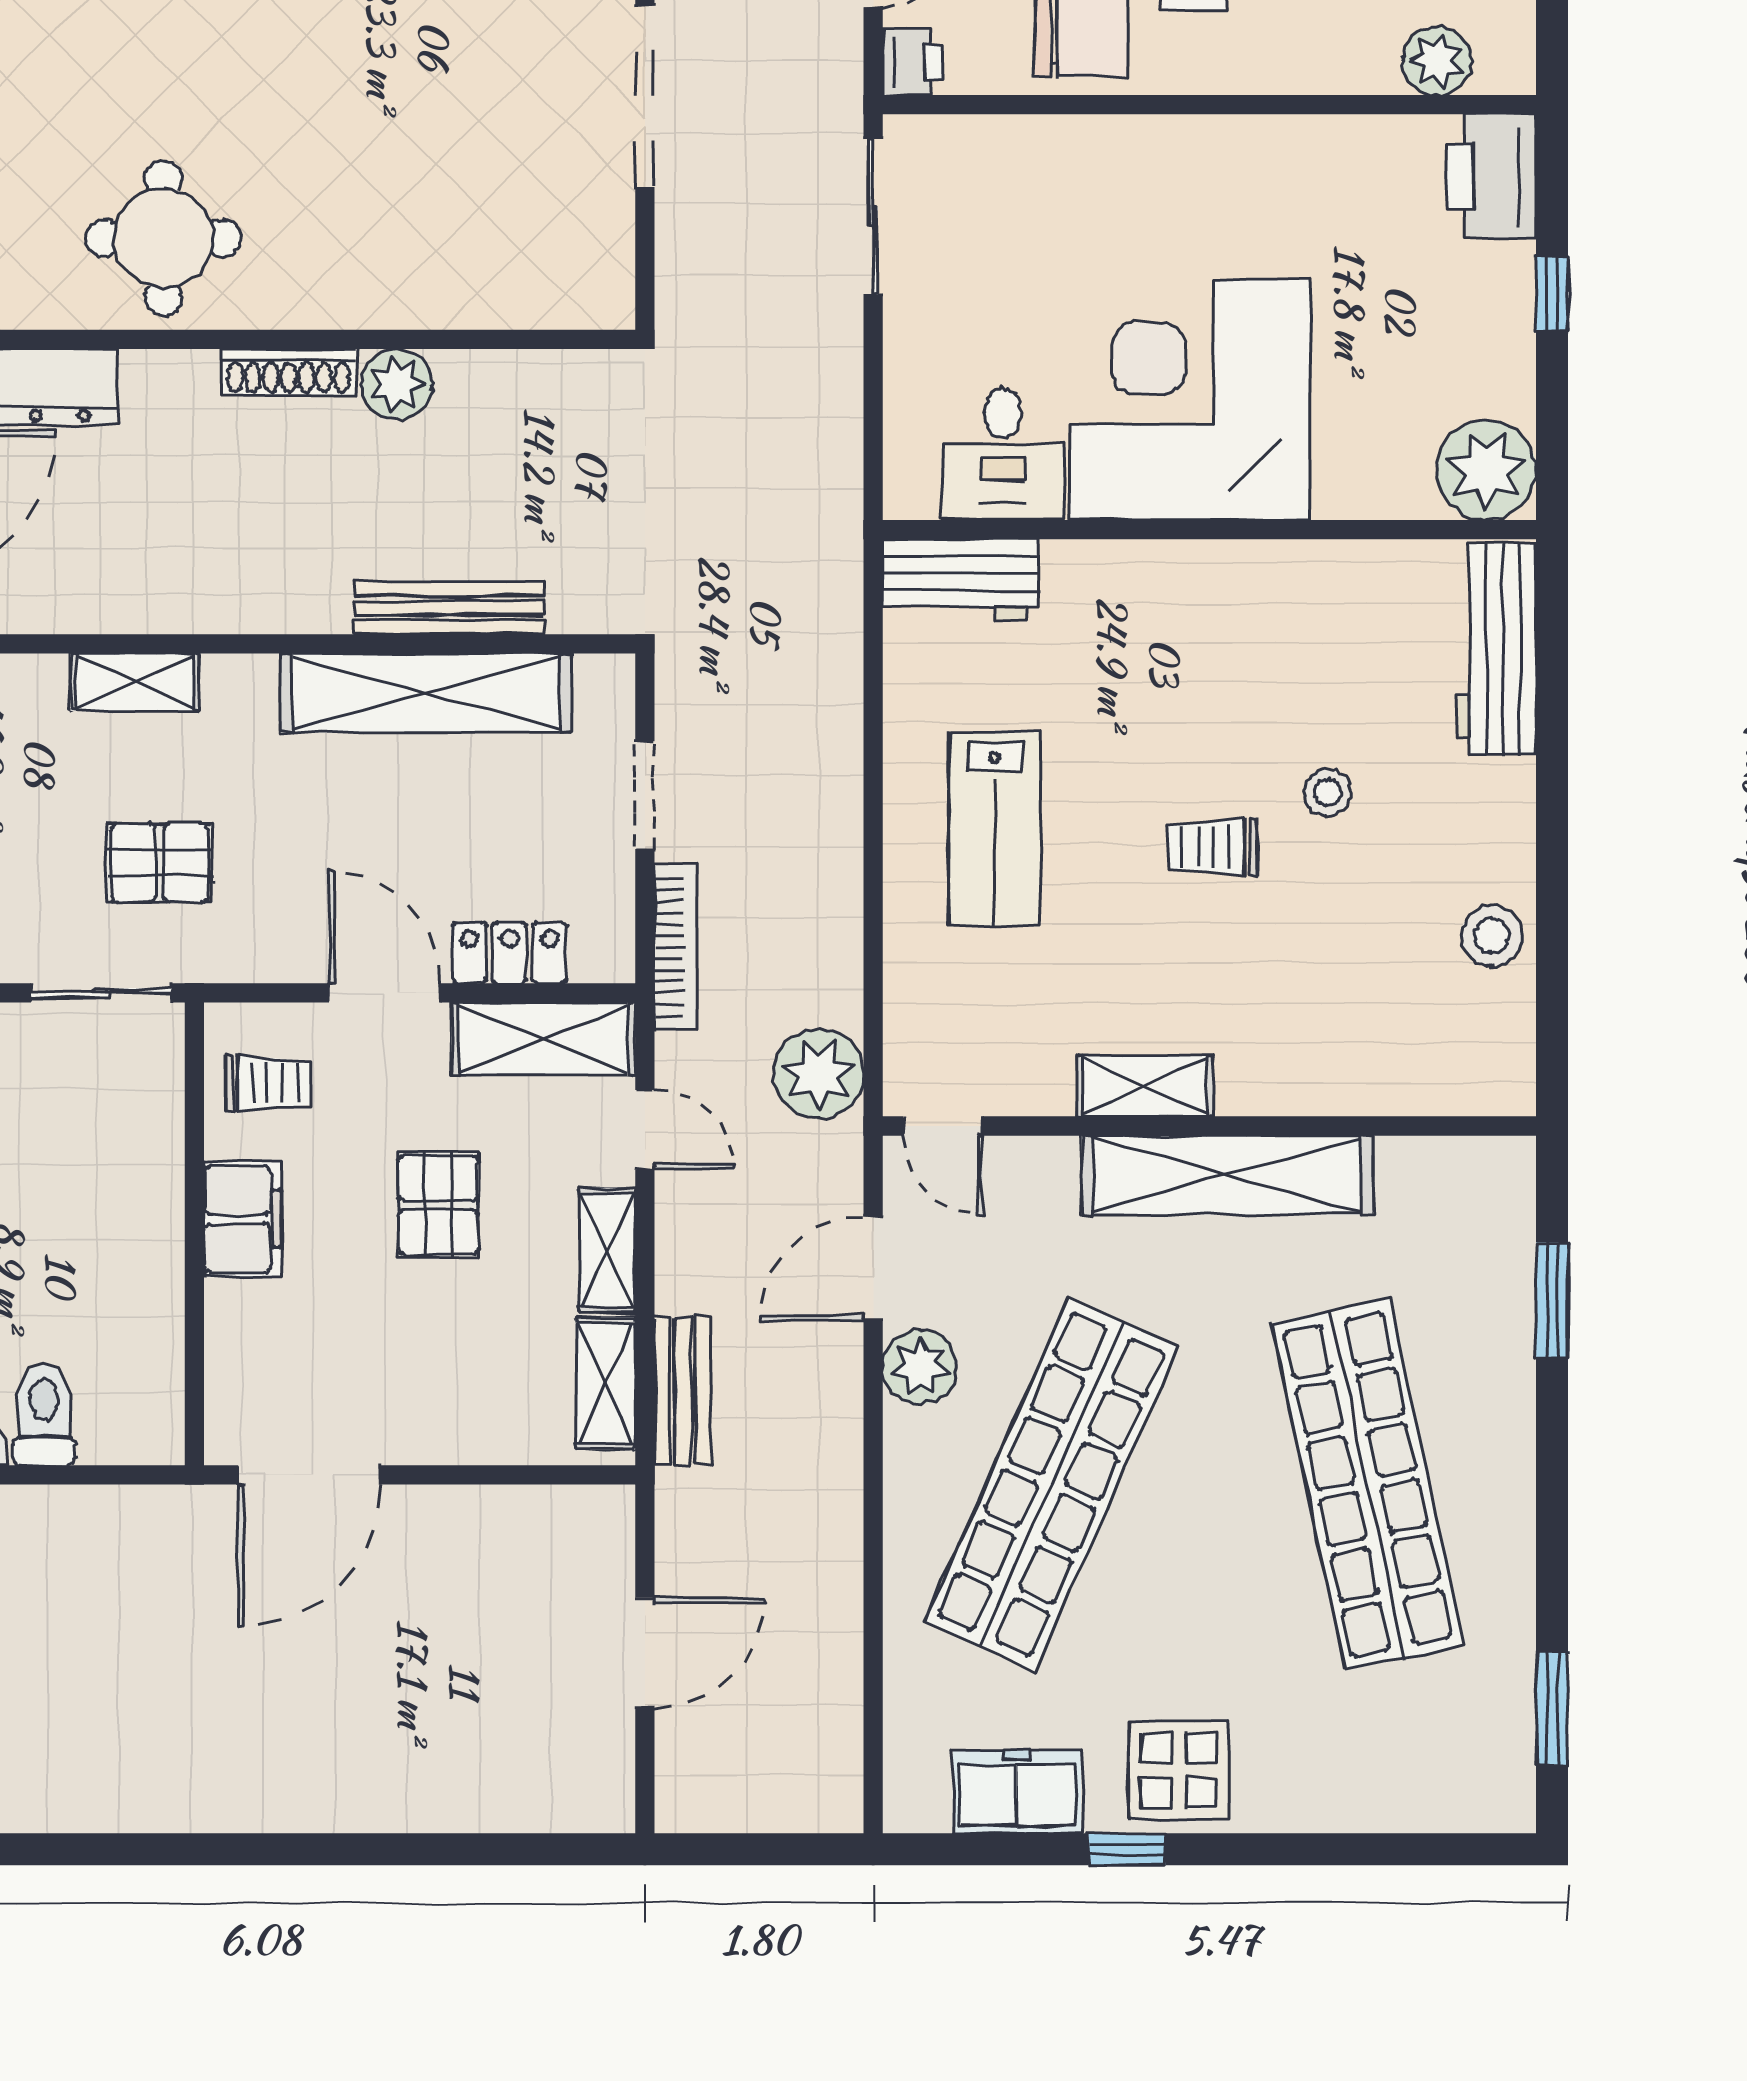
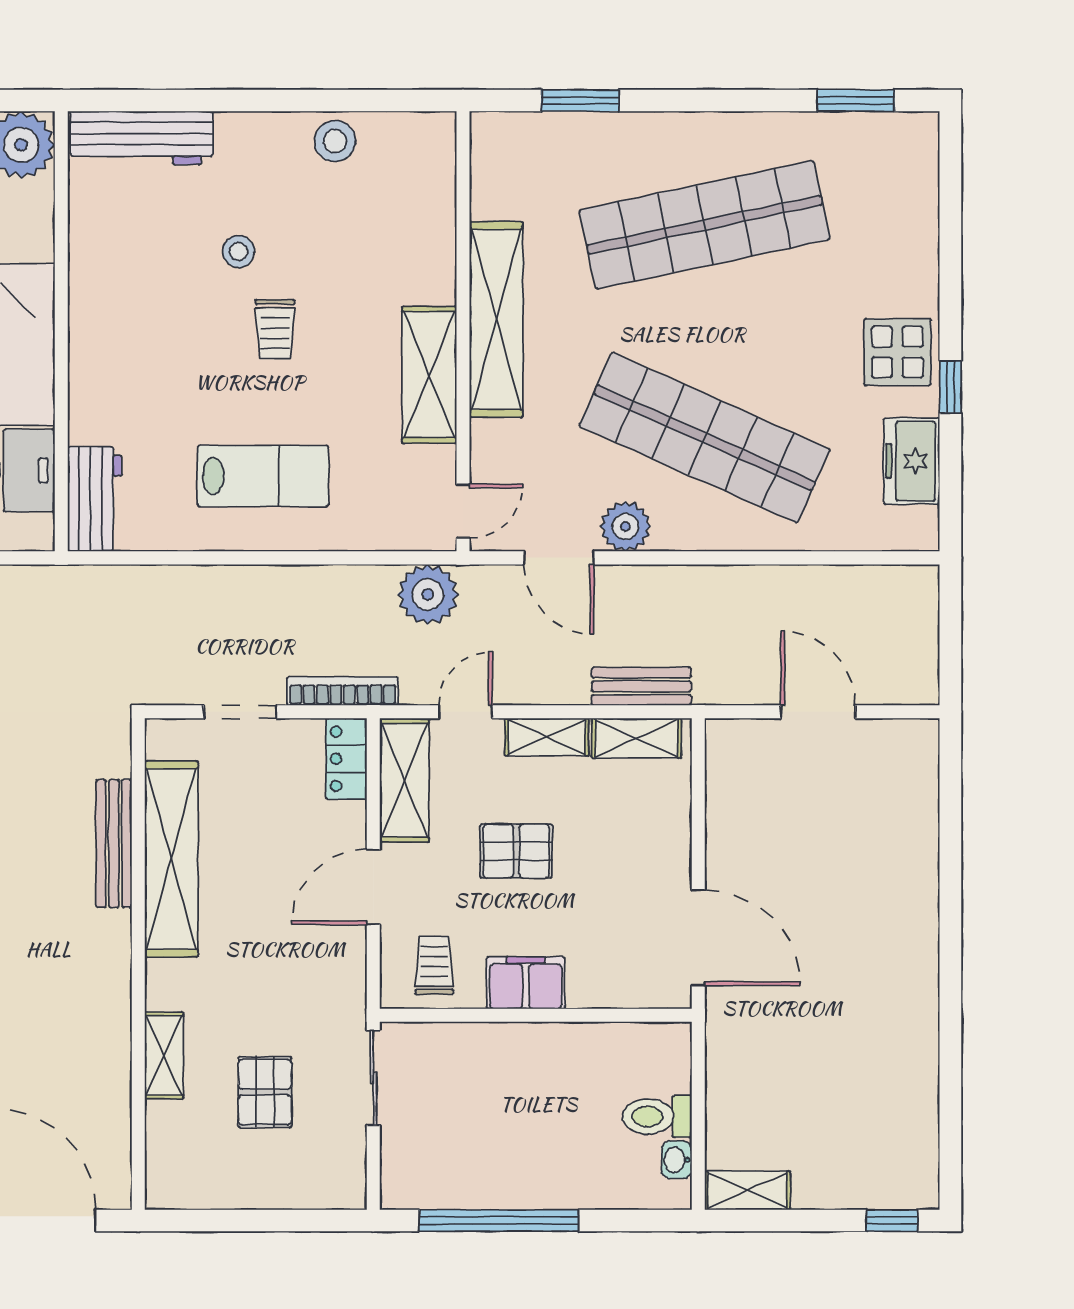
pallet: (160, 863) -> (265, 1092), moved
locker: (509, 953) -> (346, 759), moved
shelving: (1145, 1086) -> (429, 375), width x1.50, depth x1.33

